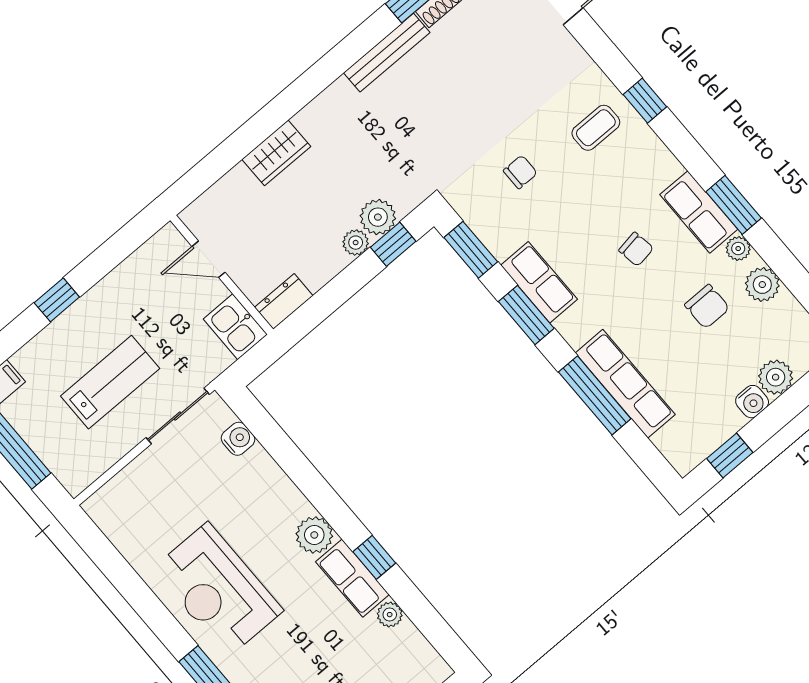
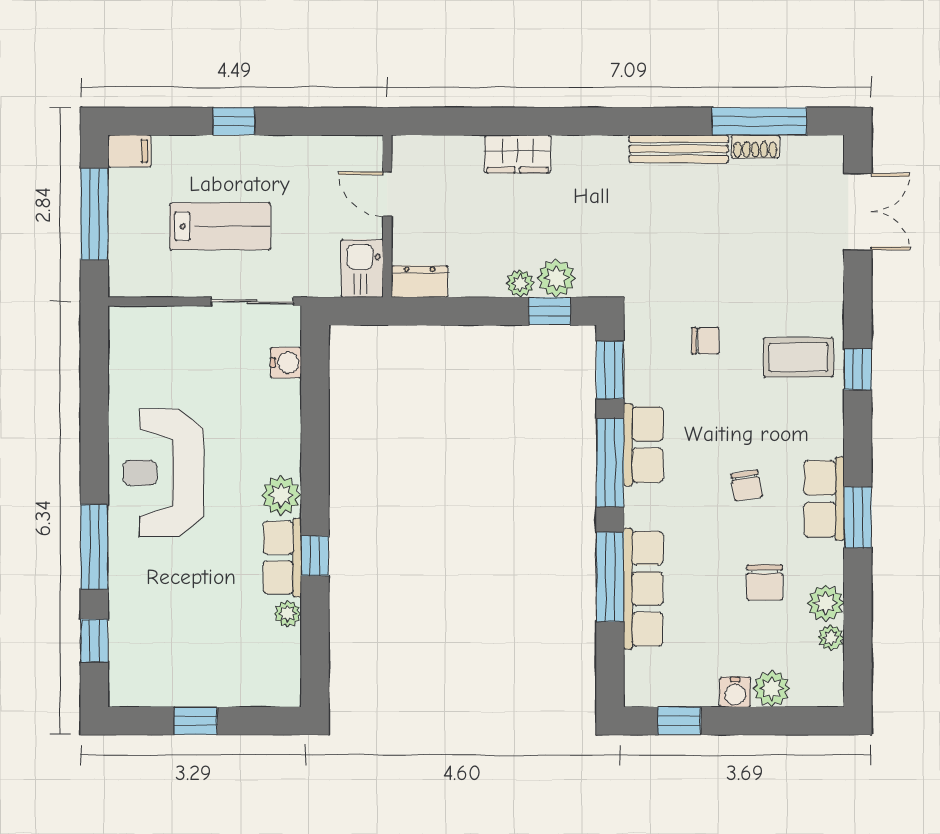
coffee table: (596, 128) -> (798, 357), width x1.36, depth x1.30
plant: (738, 249) -> (831, 638), moved
window: (526, 315) -> (610, 463), width x1.44

